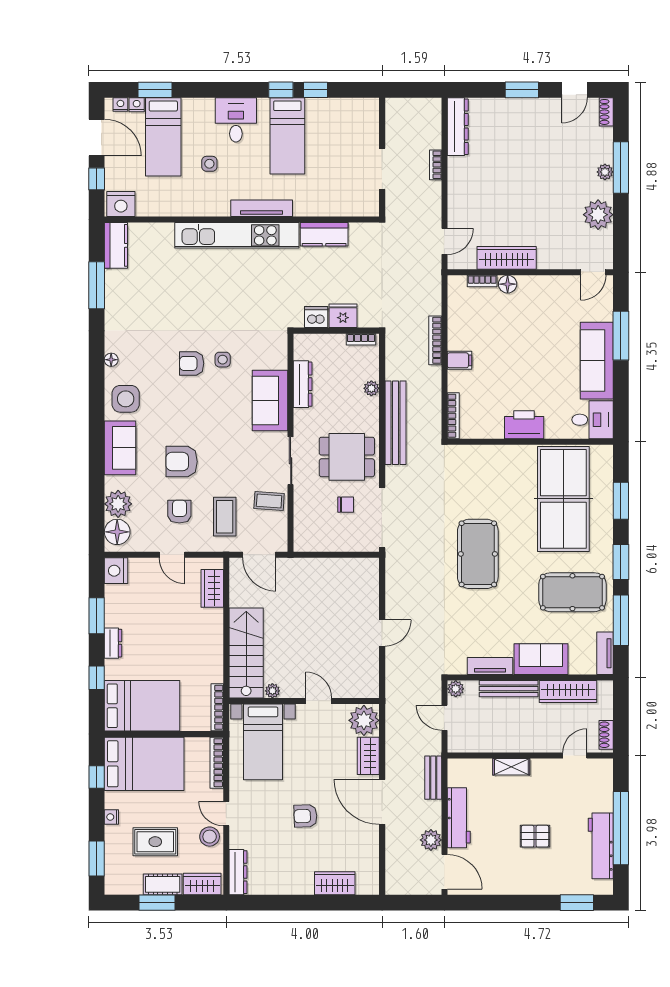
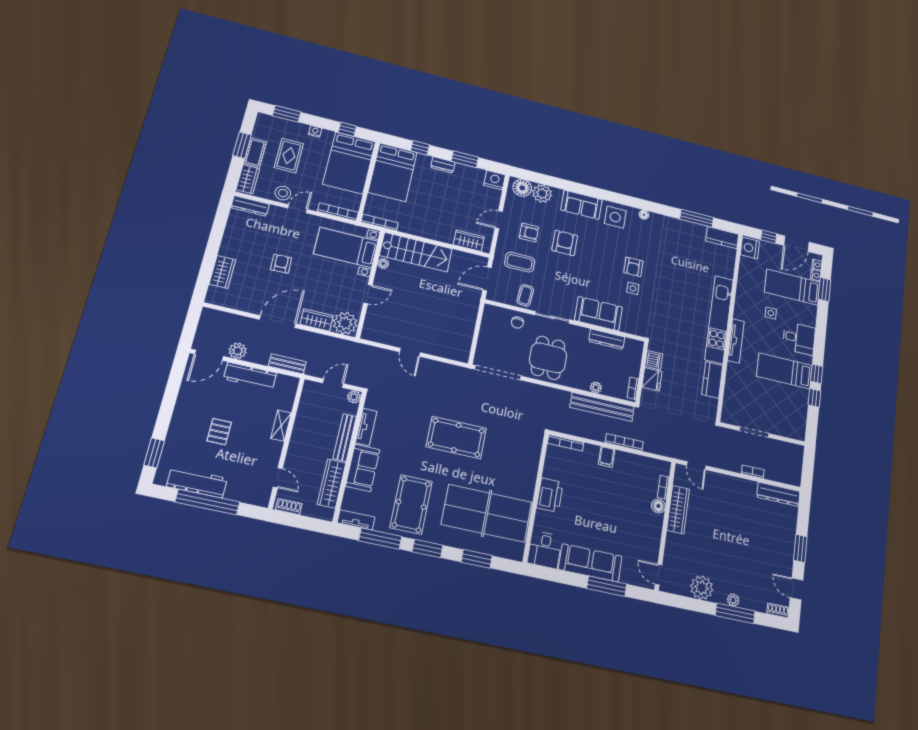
armchair: (192, 363) -> (633, 267), turned 180
bench: (395, 423) -> (602, 407), moved
chair: (346, 505) -> (517, 323), moved

